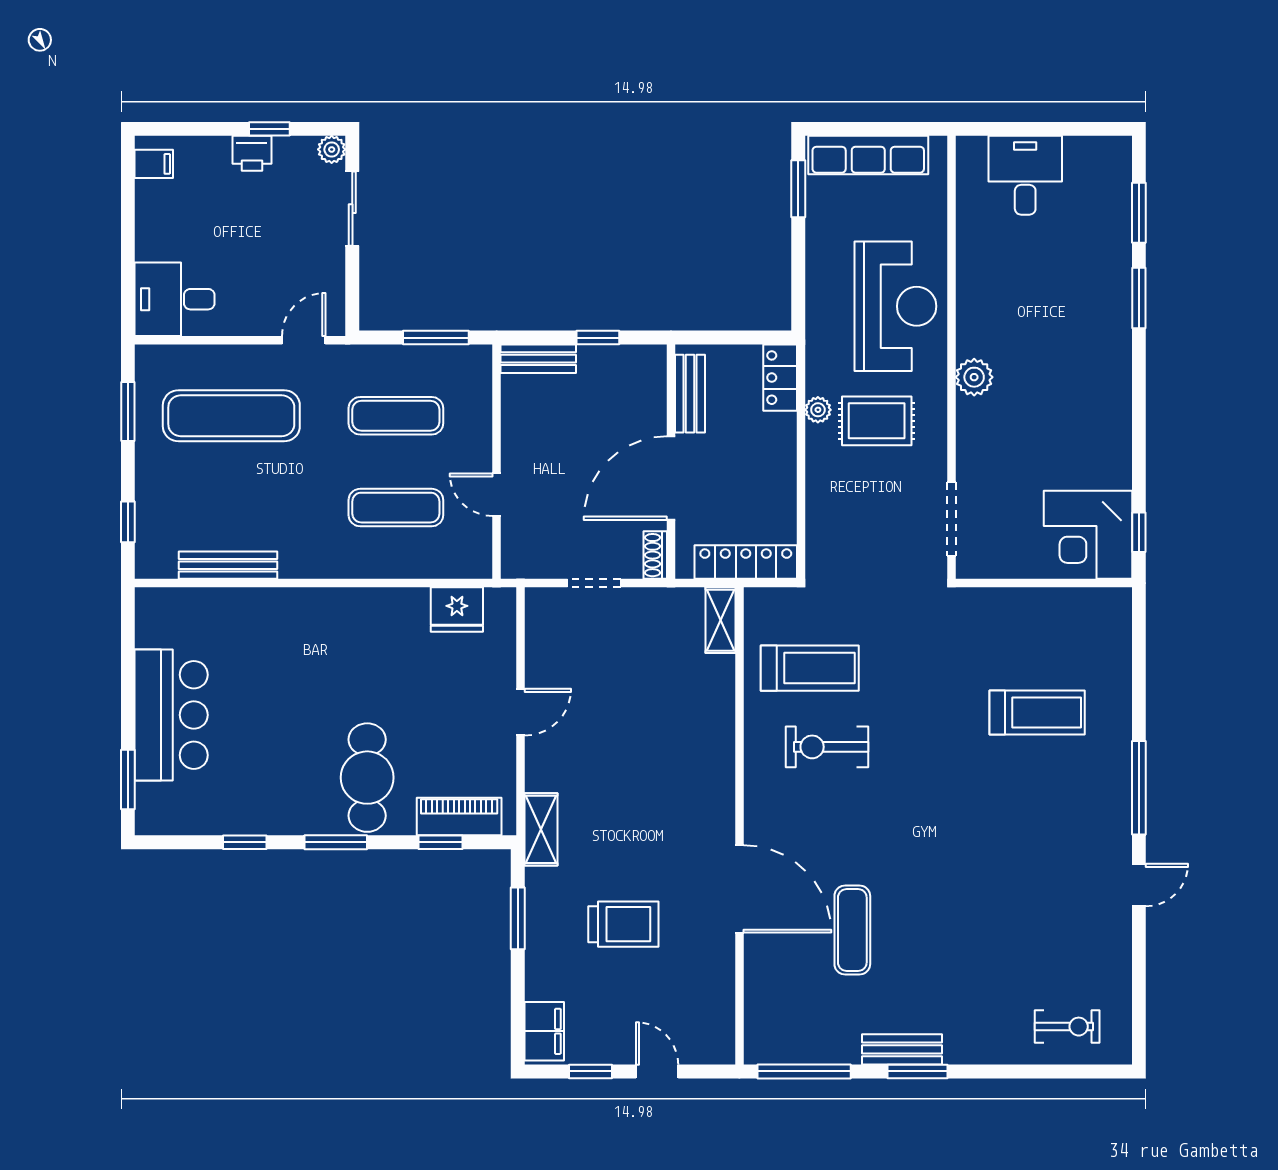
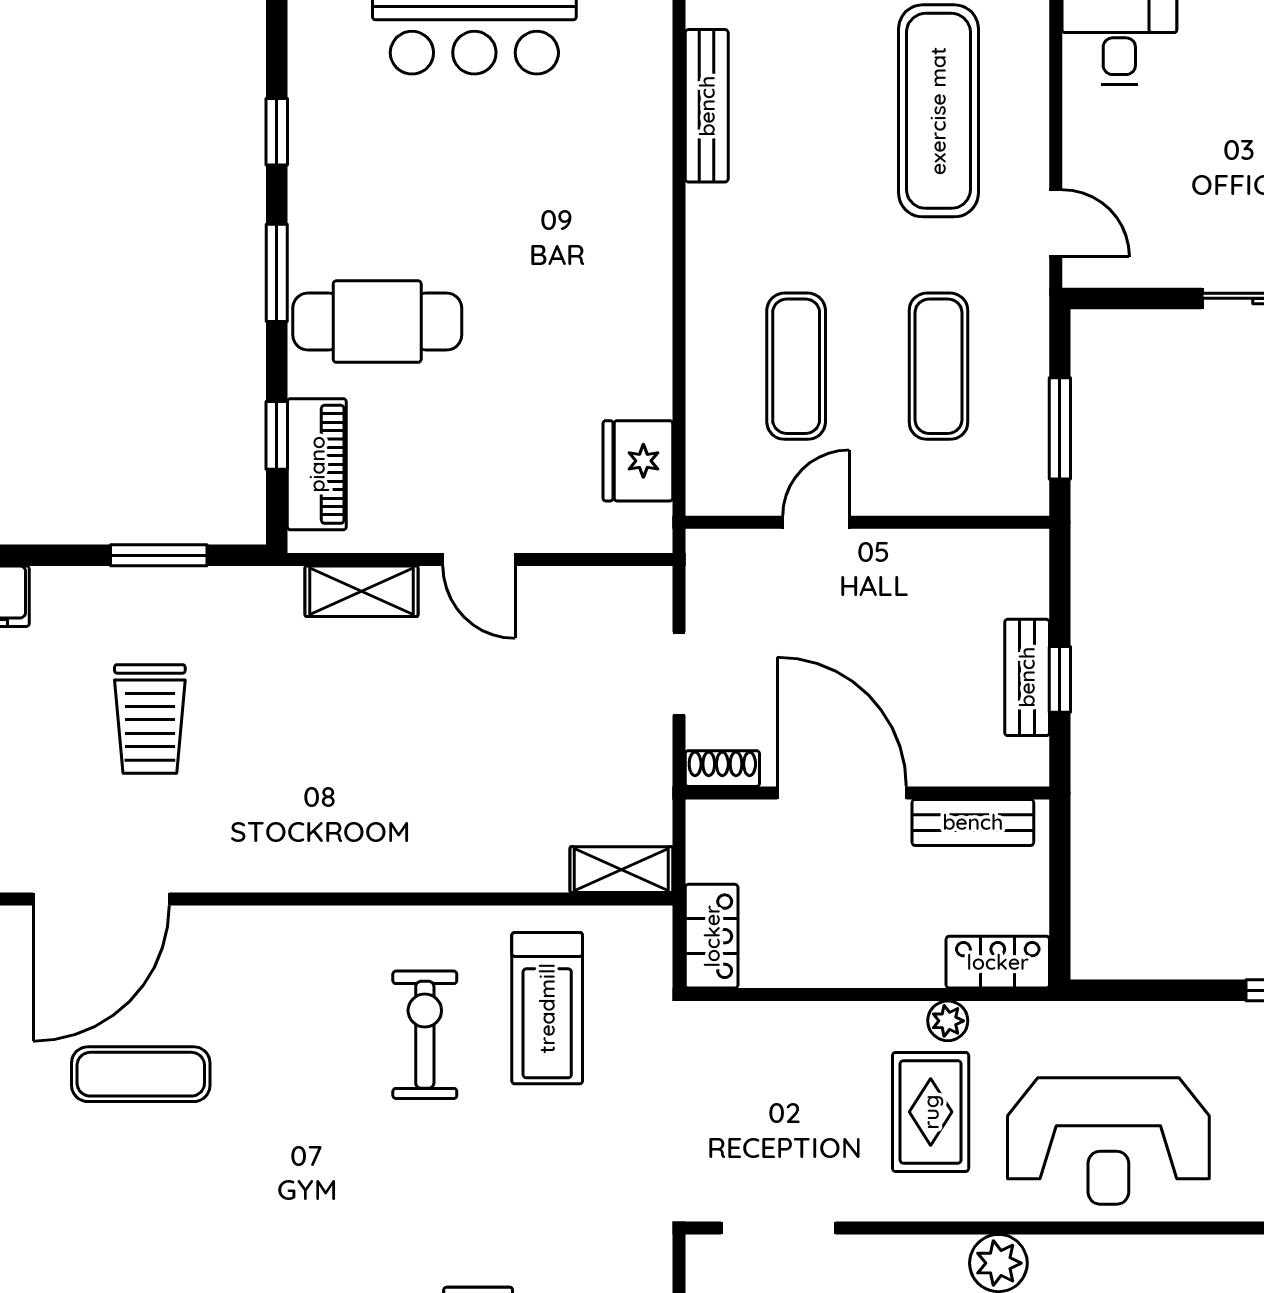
bench: (538, 359) -> (1027, 677), moved
locker: (746, 562) -> (712, 936), width x0.66
shelving: (541, 829) -> (362, 591), moved
door: (739, 889) -> (101, 899), moved

